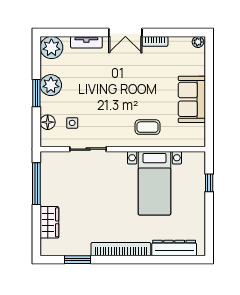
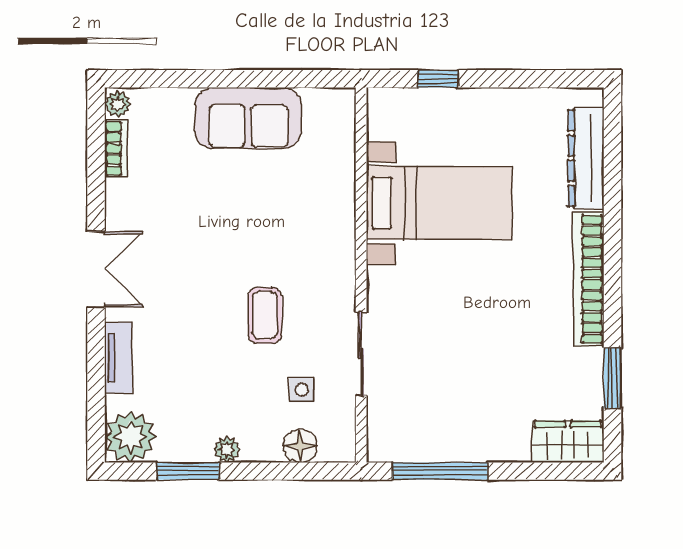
bookcase: (155, 41) -> (116, 149), moved
plant: (51, 85) -> (227, 450), width x0.53, depth x0.53
window: (36, 93) -> (188, 471), moved
coffee table: (148, 127) -> (265, 315), moved
wardrobe: (49, 222) -> (568, 442), moved

